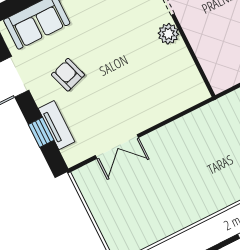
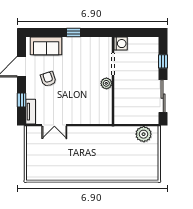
tv unit: (56, 125) -> (31, 112), moved

